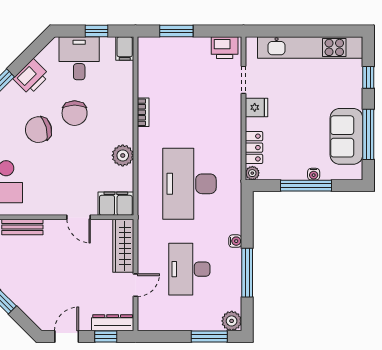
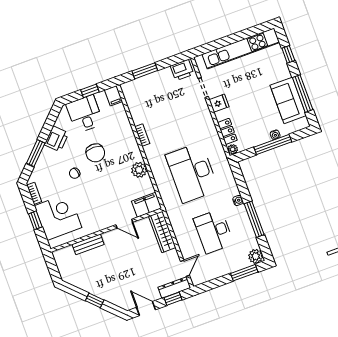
chair: (38, 130) -> (75, 173), width x0.54, depth x0.54
door: (135, 285) -> (185, 268), moved
door: (67, 337) -> (146, 309), hinge flipped

